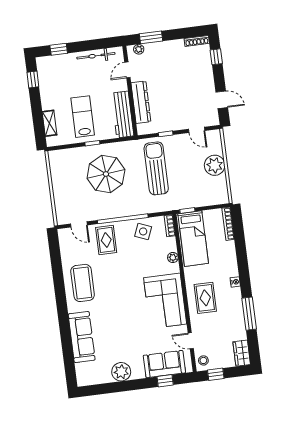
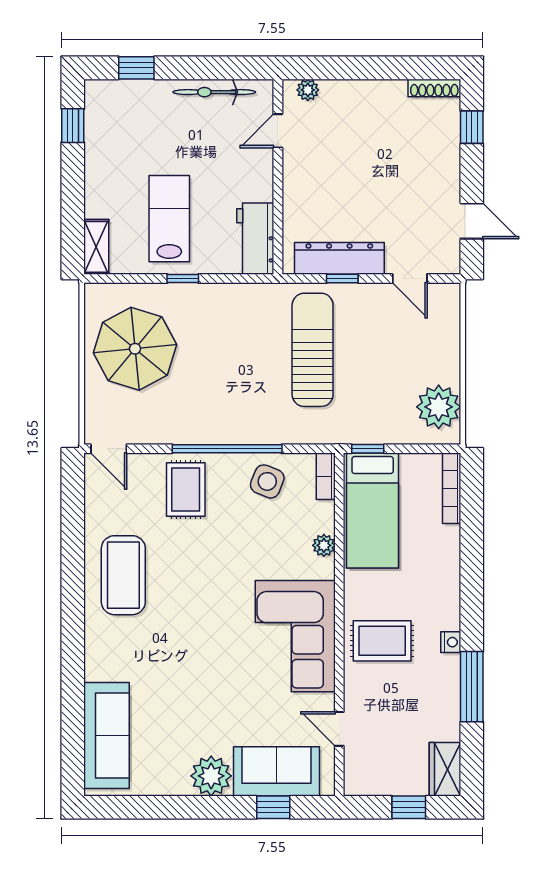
window: (151, 37) -> (337, 68), removed
dresser: (141, 102) -> (339, 258), moved, turned -90
workbench: (123, 114) -> (255, 239), width x0.73
shelving: (49, 123) -> (96, 247), moved
plant: (215, 165) -> (439, 407), moved
parasol: (106, 174) -> (135, 349), moved
door: (79, 224) -> (109, 449), moved
nightstand: (235, 282) -> (451, 642), moved
rug: (205, 298) -> (382, 641), turned 90
sofa: (82, 337) -> (107, 735), moved
stool: (203, 360) -> (361, 774), removed
plant: (121, 372) -> (211, 776), moved
window: (216, 374) -> (409, 807), moved

